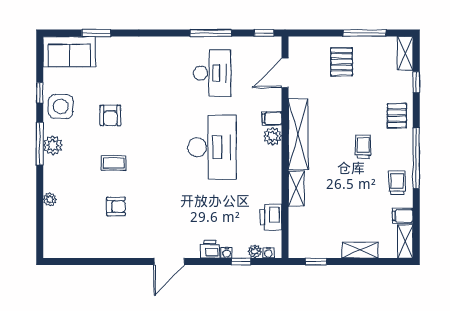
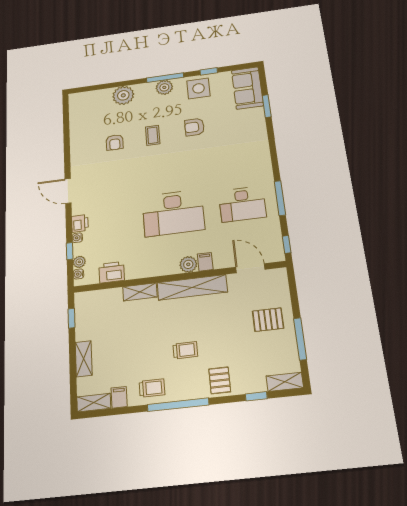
pallet: (397, 116) -> (220, 380), turned 90
plant: (50, 199) -> (123, 95), width x1.88, depth x1.88

